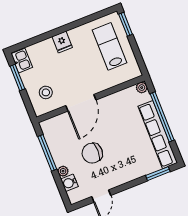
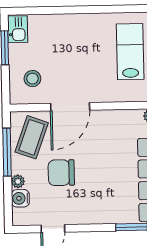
fridge: (62, 42) -> (75, 25), removed
coffee table: (61, 135) -> (32, 137), added

